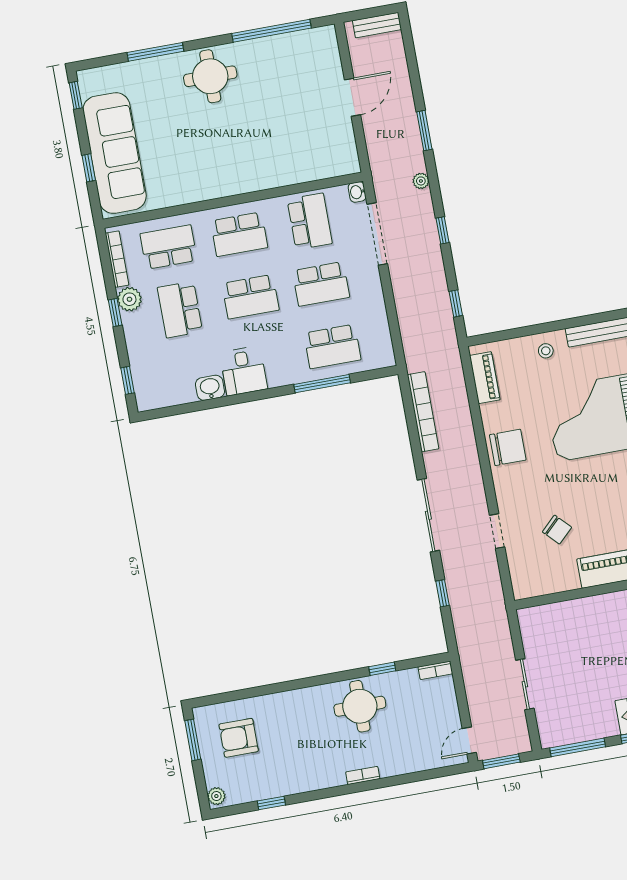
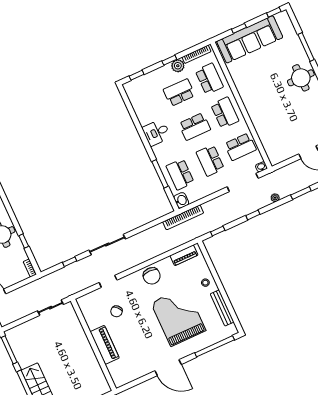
school desk: (239, 234) -> (225, 113), turned 180
school desk: (250, 297) -> (195, 127), turned -90
washbasin: (210, 388) -> (181, 200), moved
bookcase: (423, 412) -> (183, 217), moved
sliding door: (525, 684) -> (50, 308), moved

